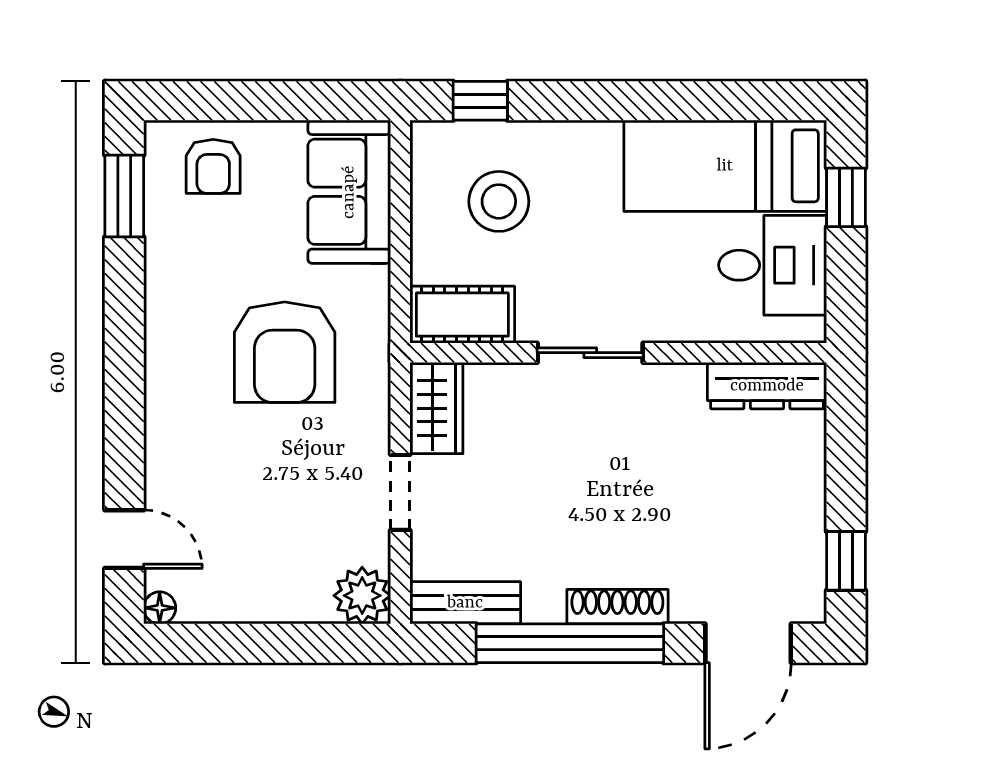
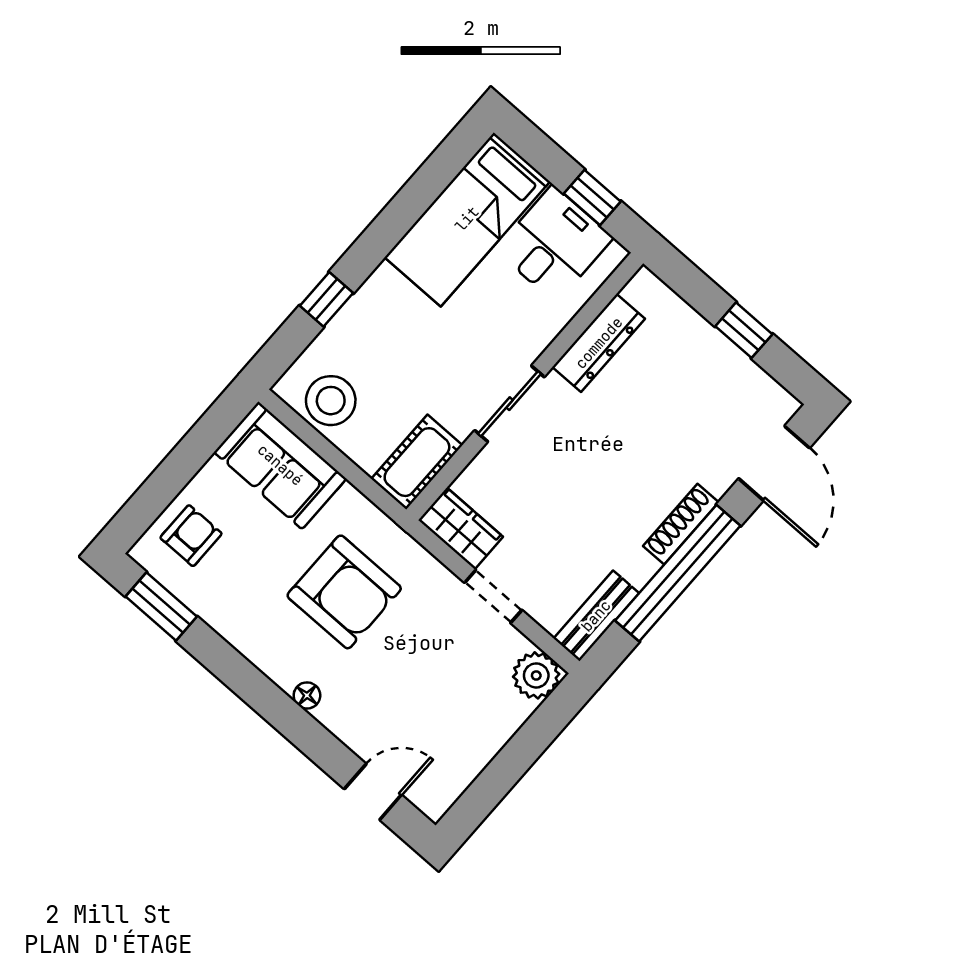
window: (480, 101) -> (326, 299), moved
armchair: (213, 166) -> (191, 536), turned -90
window: (846, 197) -> (592, 198), moved
stool: (499, 201) -> (331, 401), moved
dresser: (767, 386) -> (599, 343), moved
window: (846, 561) -> (744, 330), moved
floor lamp: (160, 608) -> (307, 695), moved

